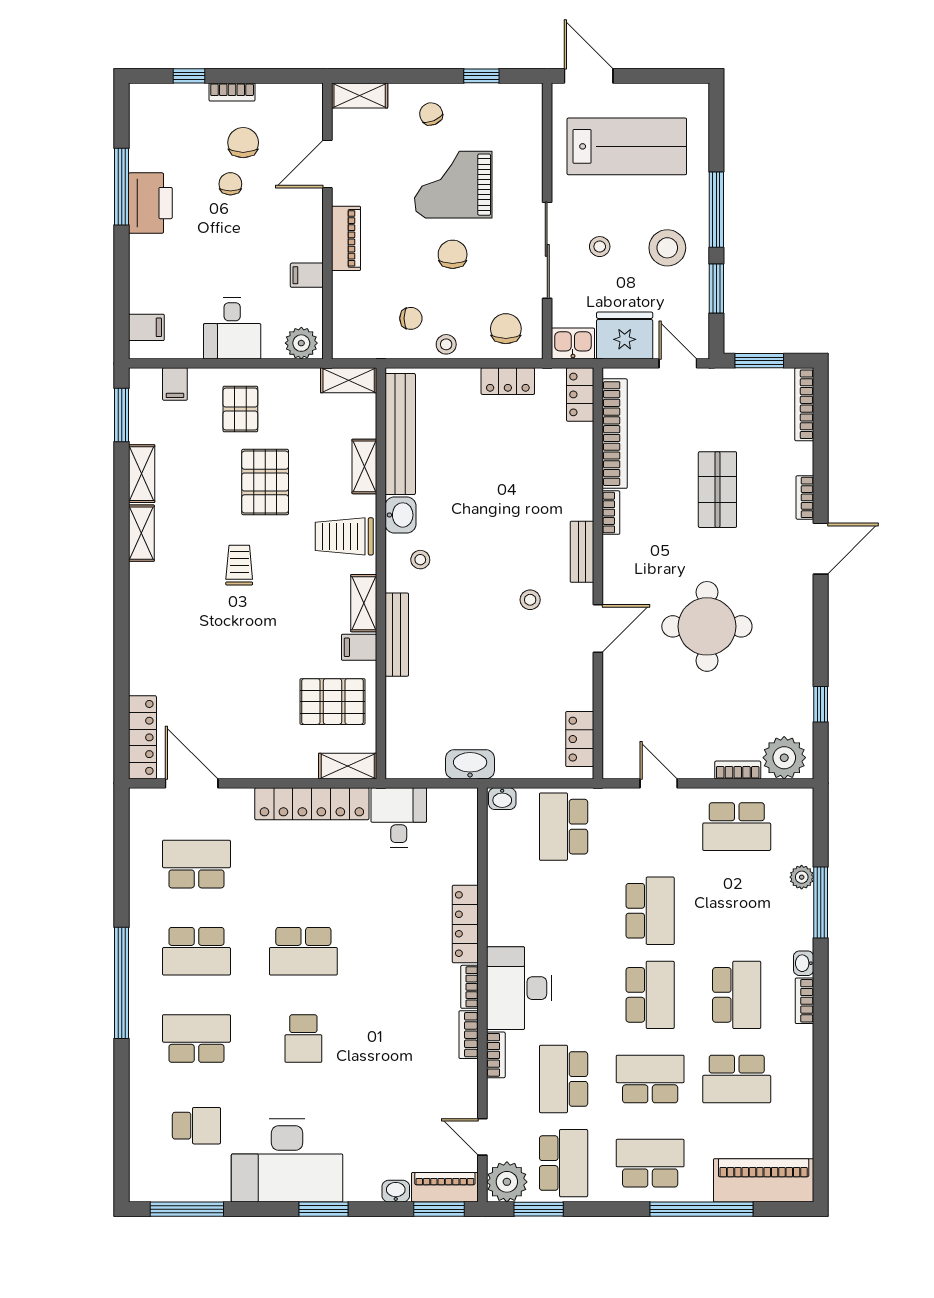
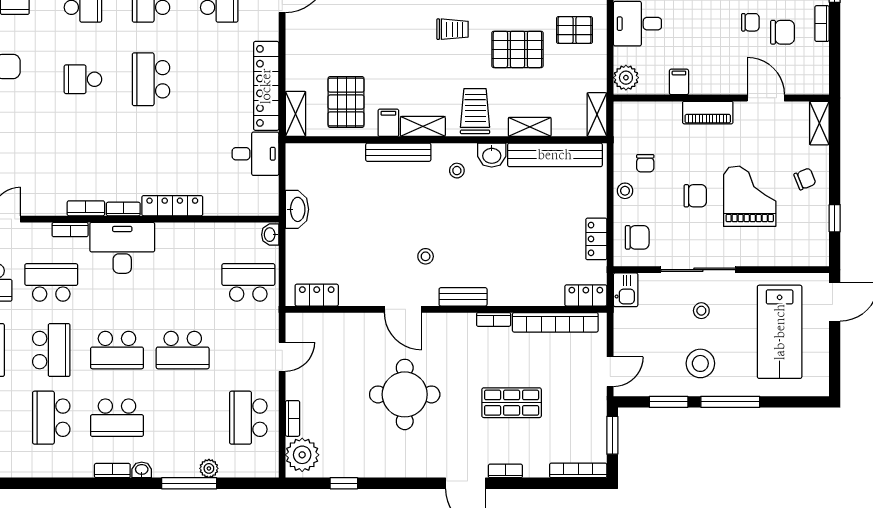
fridge: (625, 336) -> (632, 330), removed

